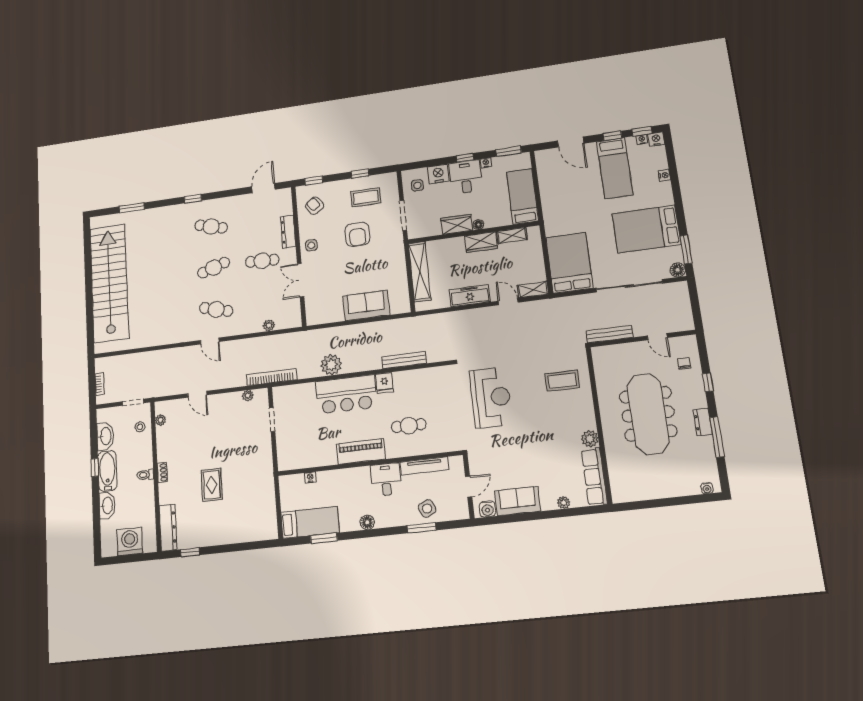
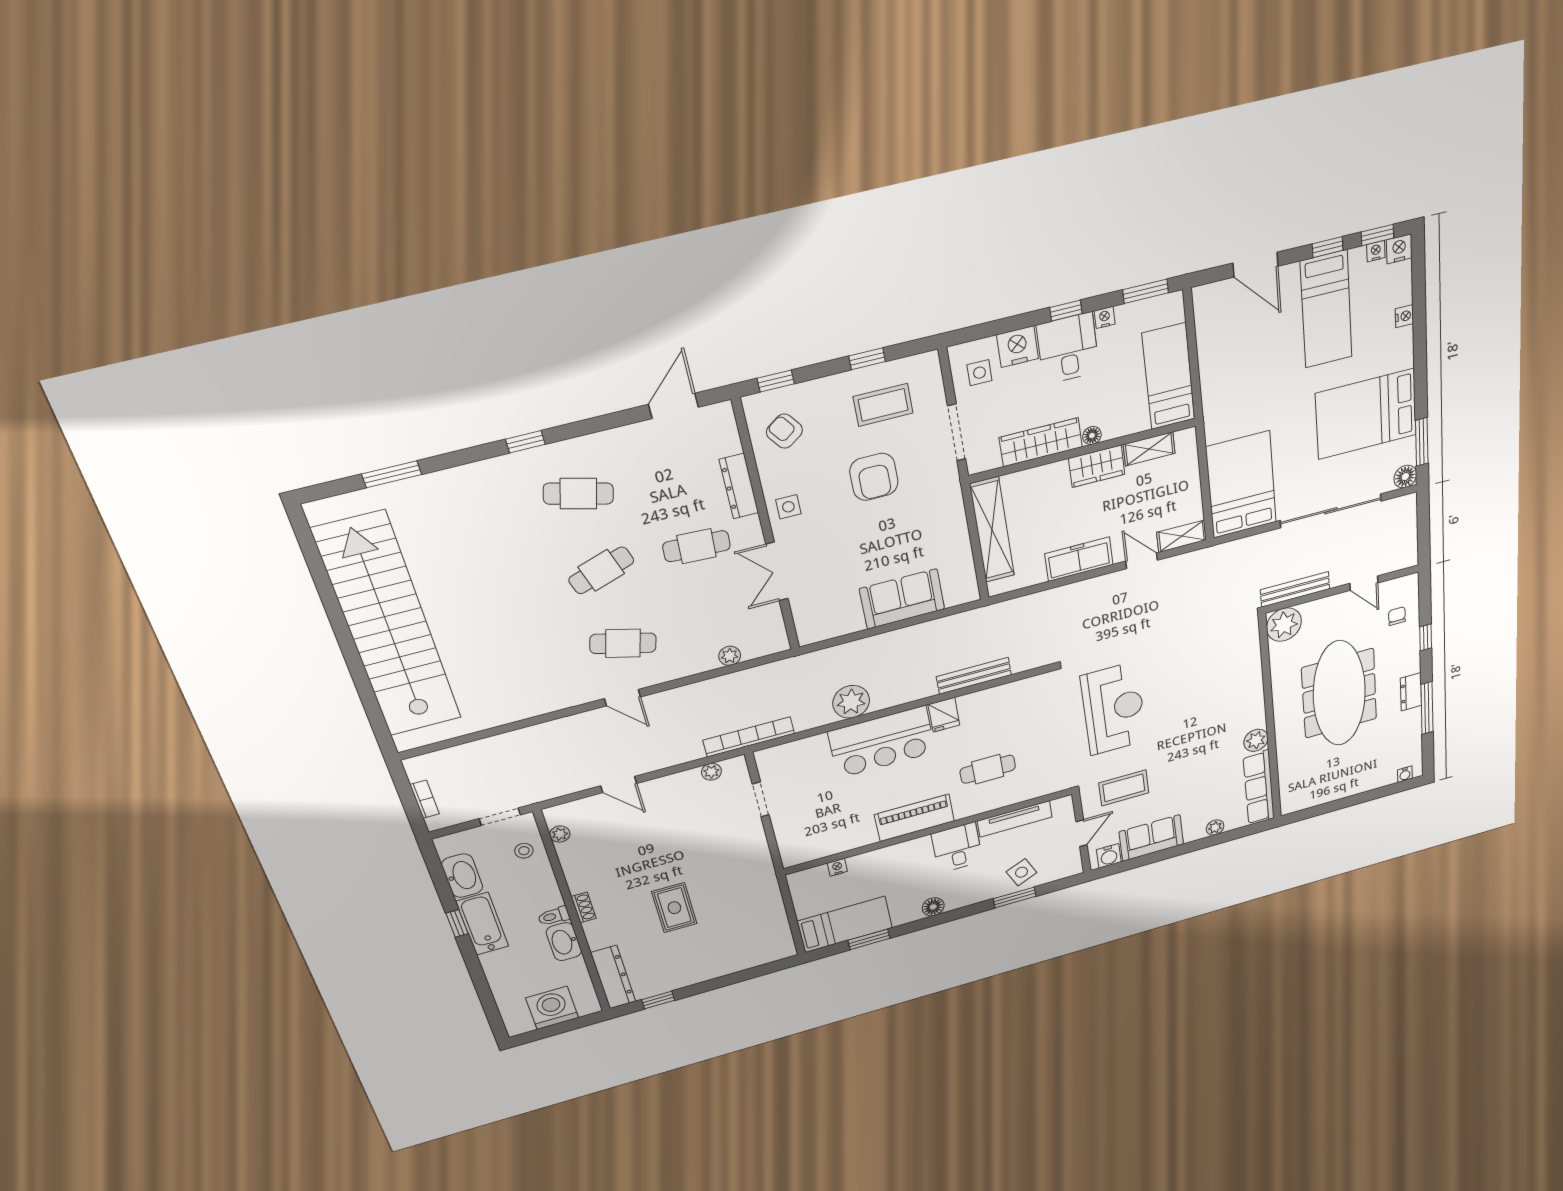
wardrobe: (457, 224) -> (1041, 442), width x1.50
plant: (604, 357) -> (1284, 625), added
coffee table: (562, 381) -> (1124, 788), moved
washbasin: (107, 505) -> (564, 942), moved, turned 180

